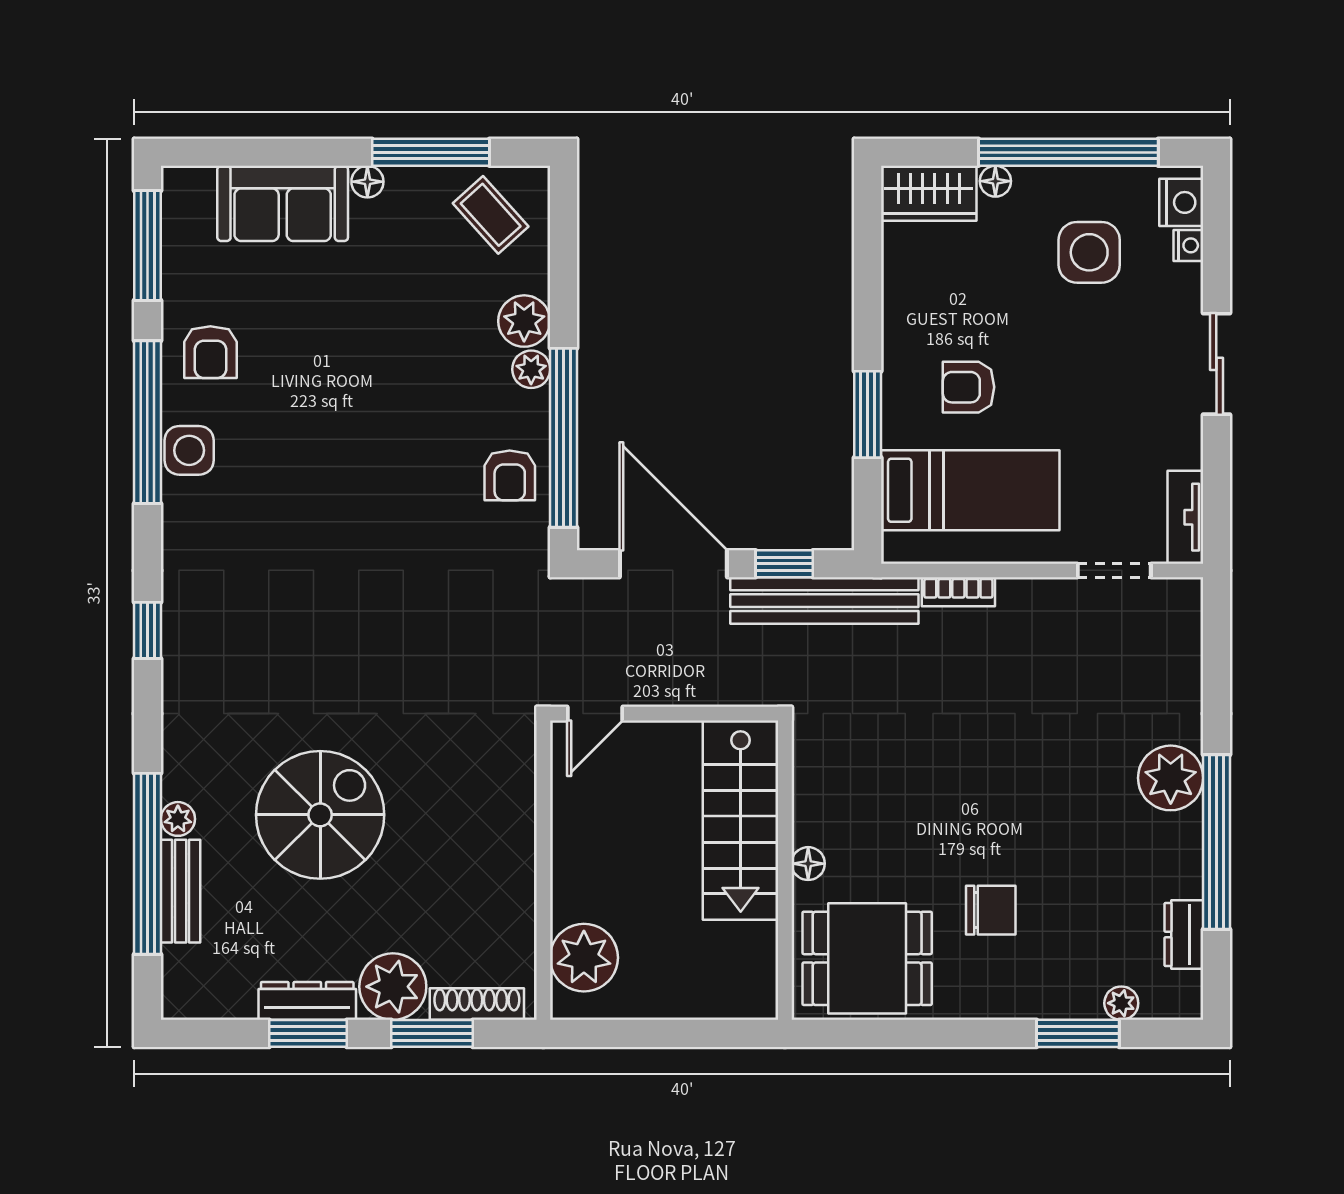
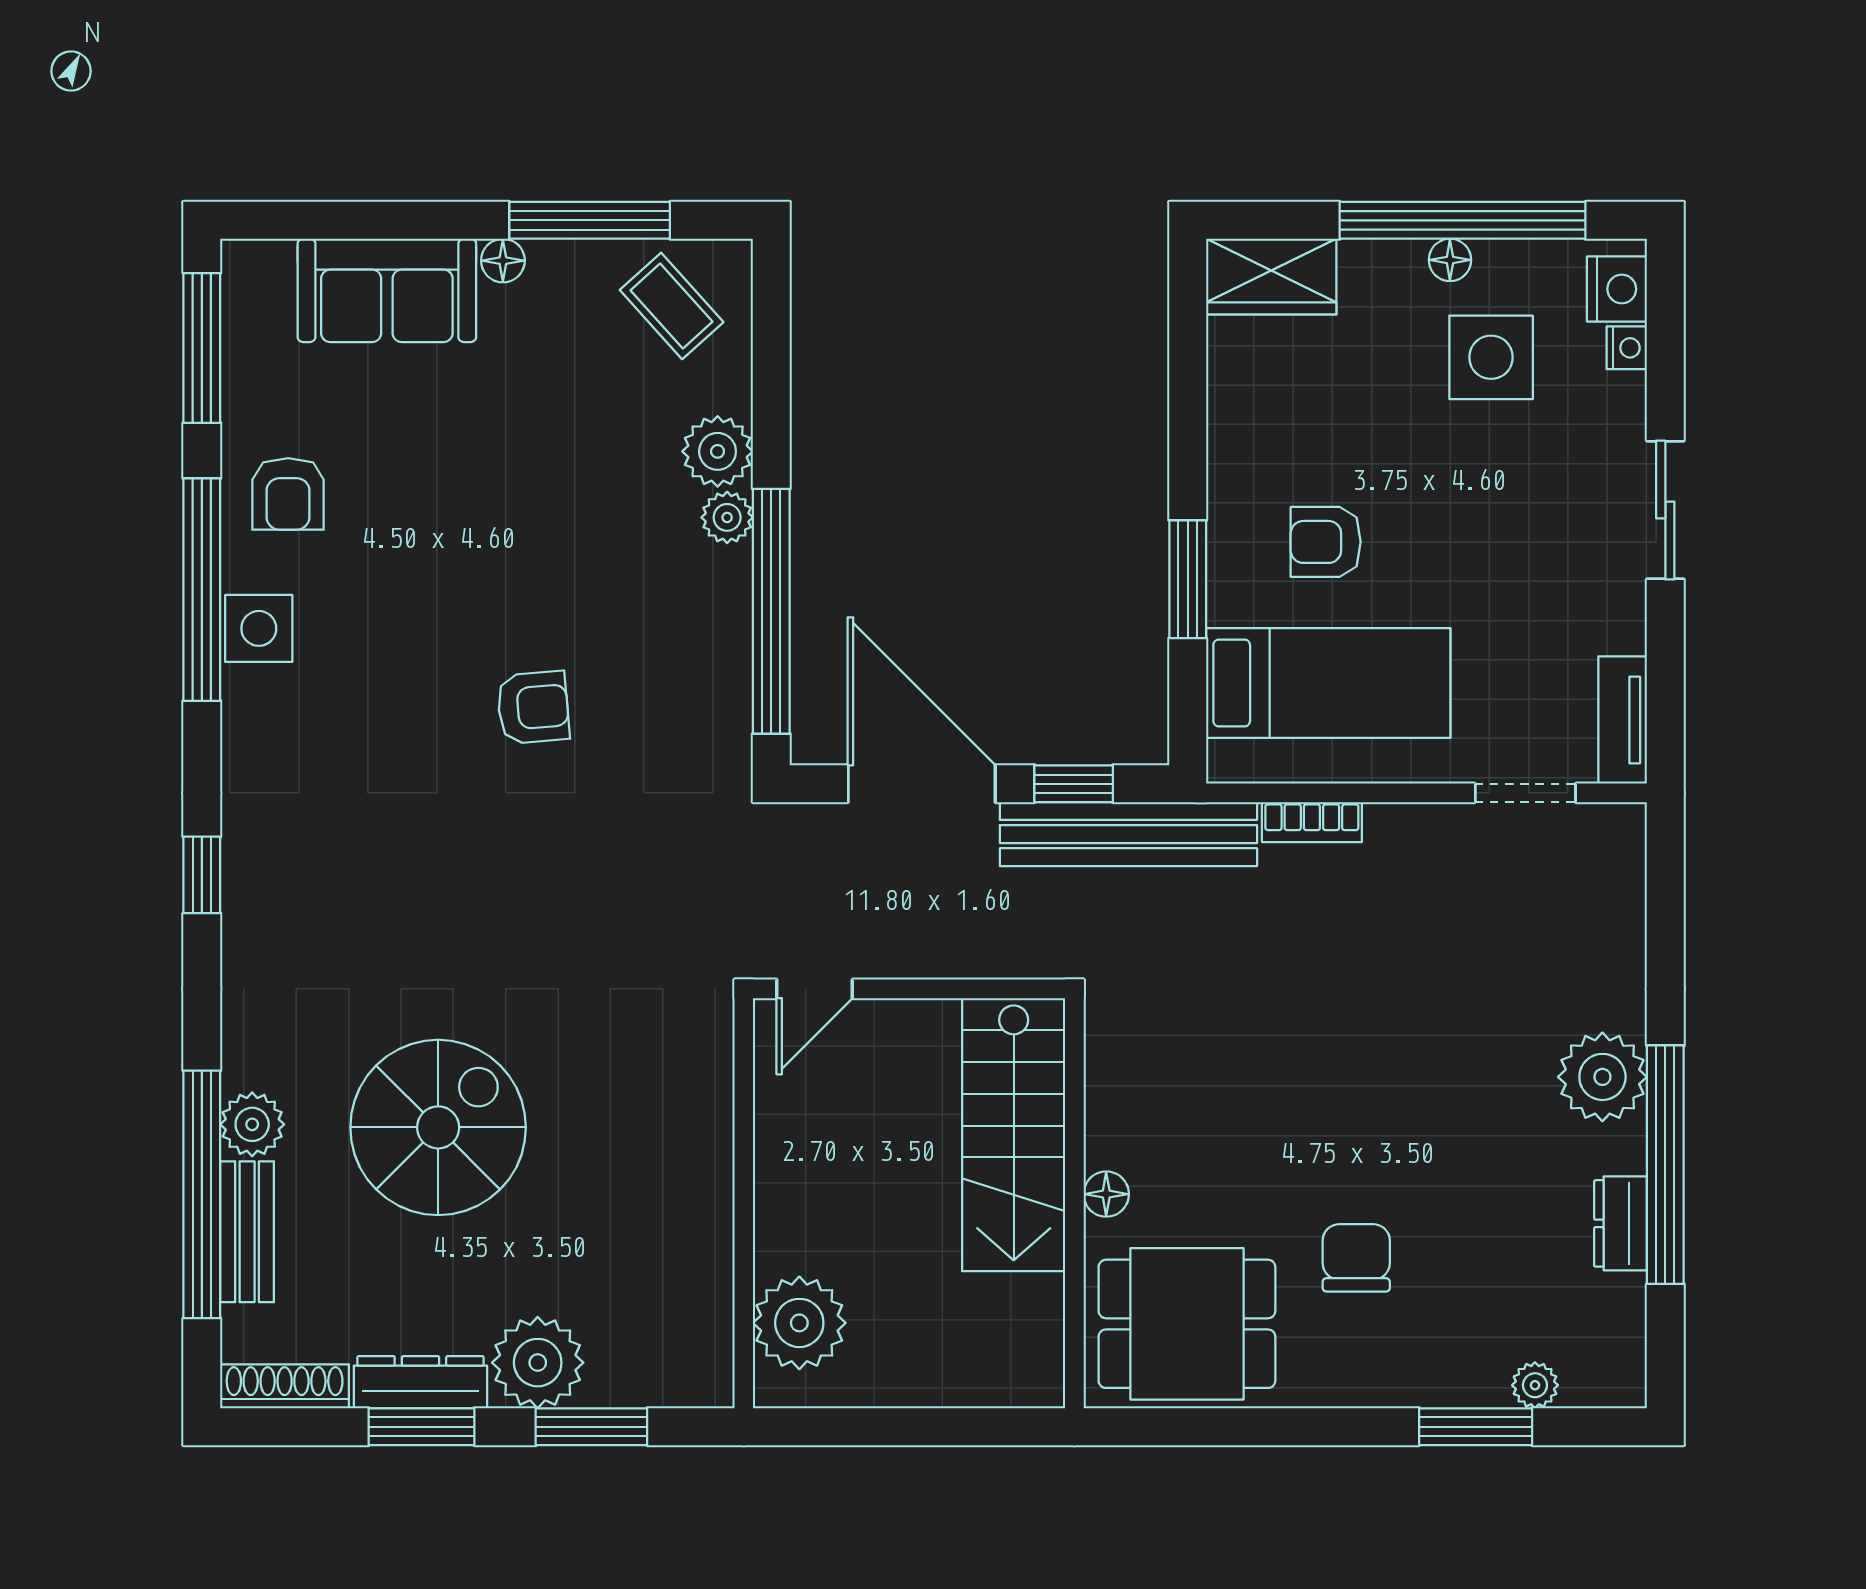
floor lamp: (995, 181) -> (1450, 260), moved
armchair: (510, 475) -> (533, 707), moved, turned -95
plant: (178, 819) -> (252, 1124), width x1.38, depth x1.38
chair: (991, 910) -> (1356, 1258), turned -90
dresser: (1184, 935) -> (1621, 1223), moved
shoe rack: (477, 1004) -> (285, 1386), moved

